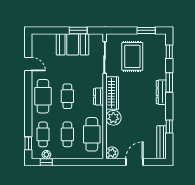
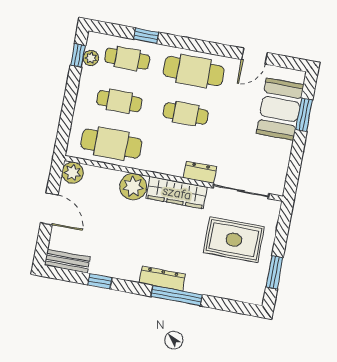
window: (78, 30) -> (304, 115), moved
booth: (73, 44) -> (280, 109), moved
window: (169, 52) -> (230, 306), removed
window: (169, 82) -> (176, 296), width x1.44
dresser: (98, 96) -> (200, 172), moved
bench: (162, 142) -> (67, 261), width x0.73
window: (28, 143) -> (146, 36), moved

